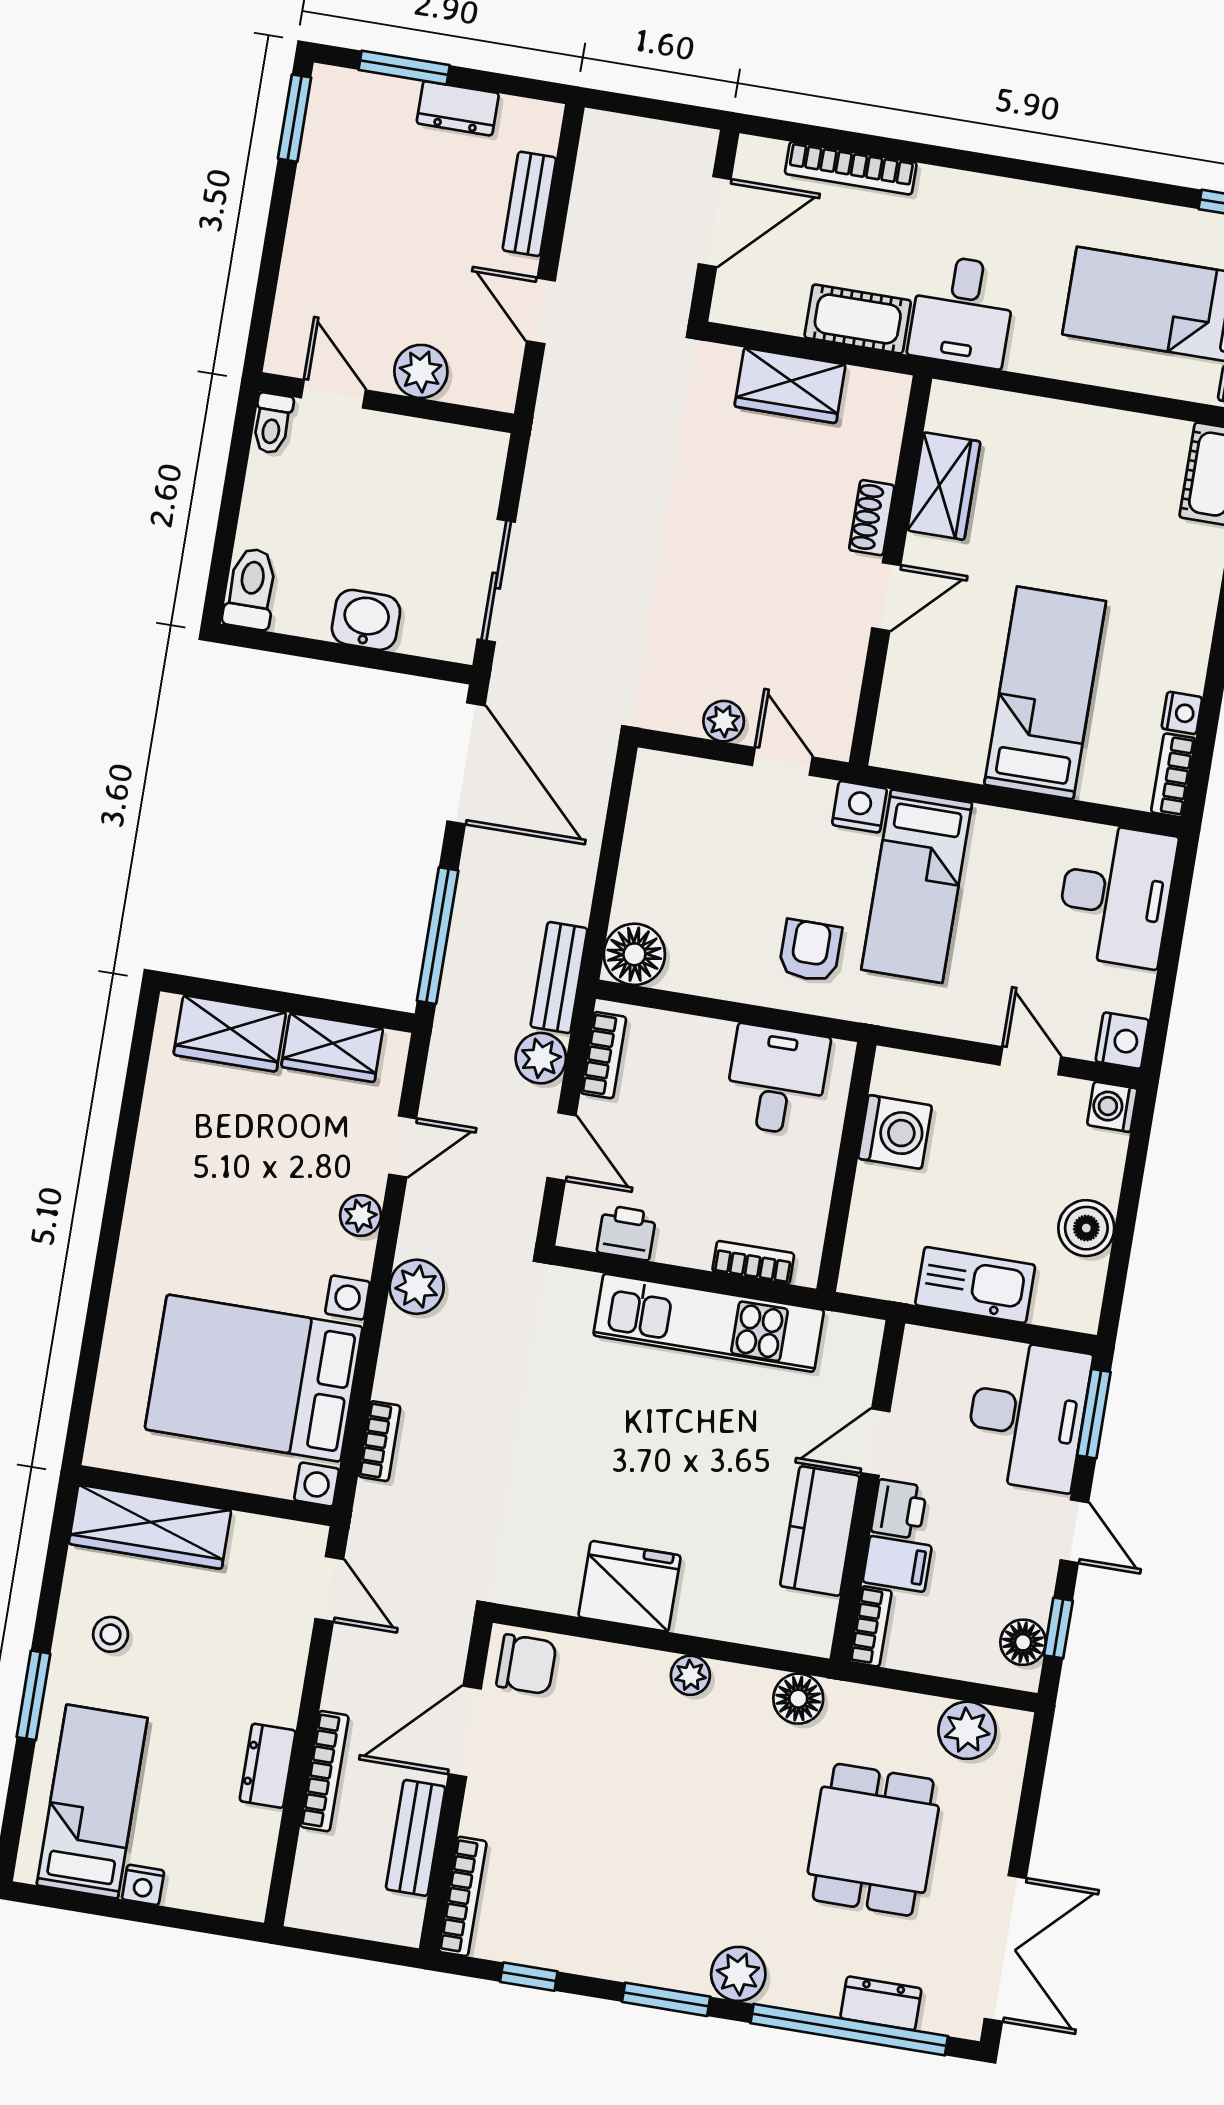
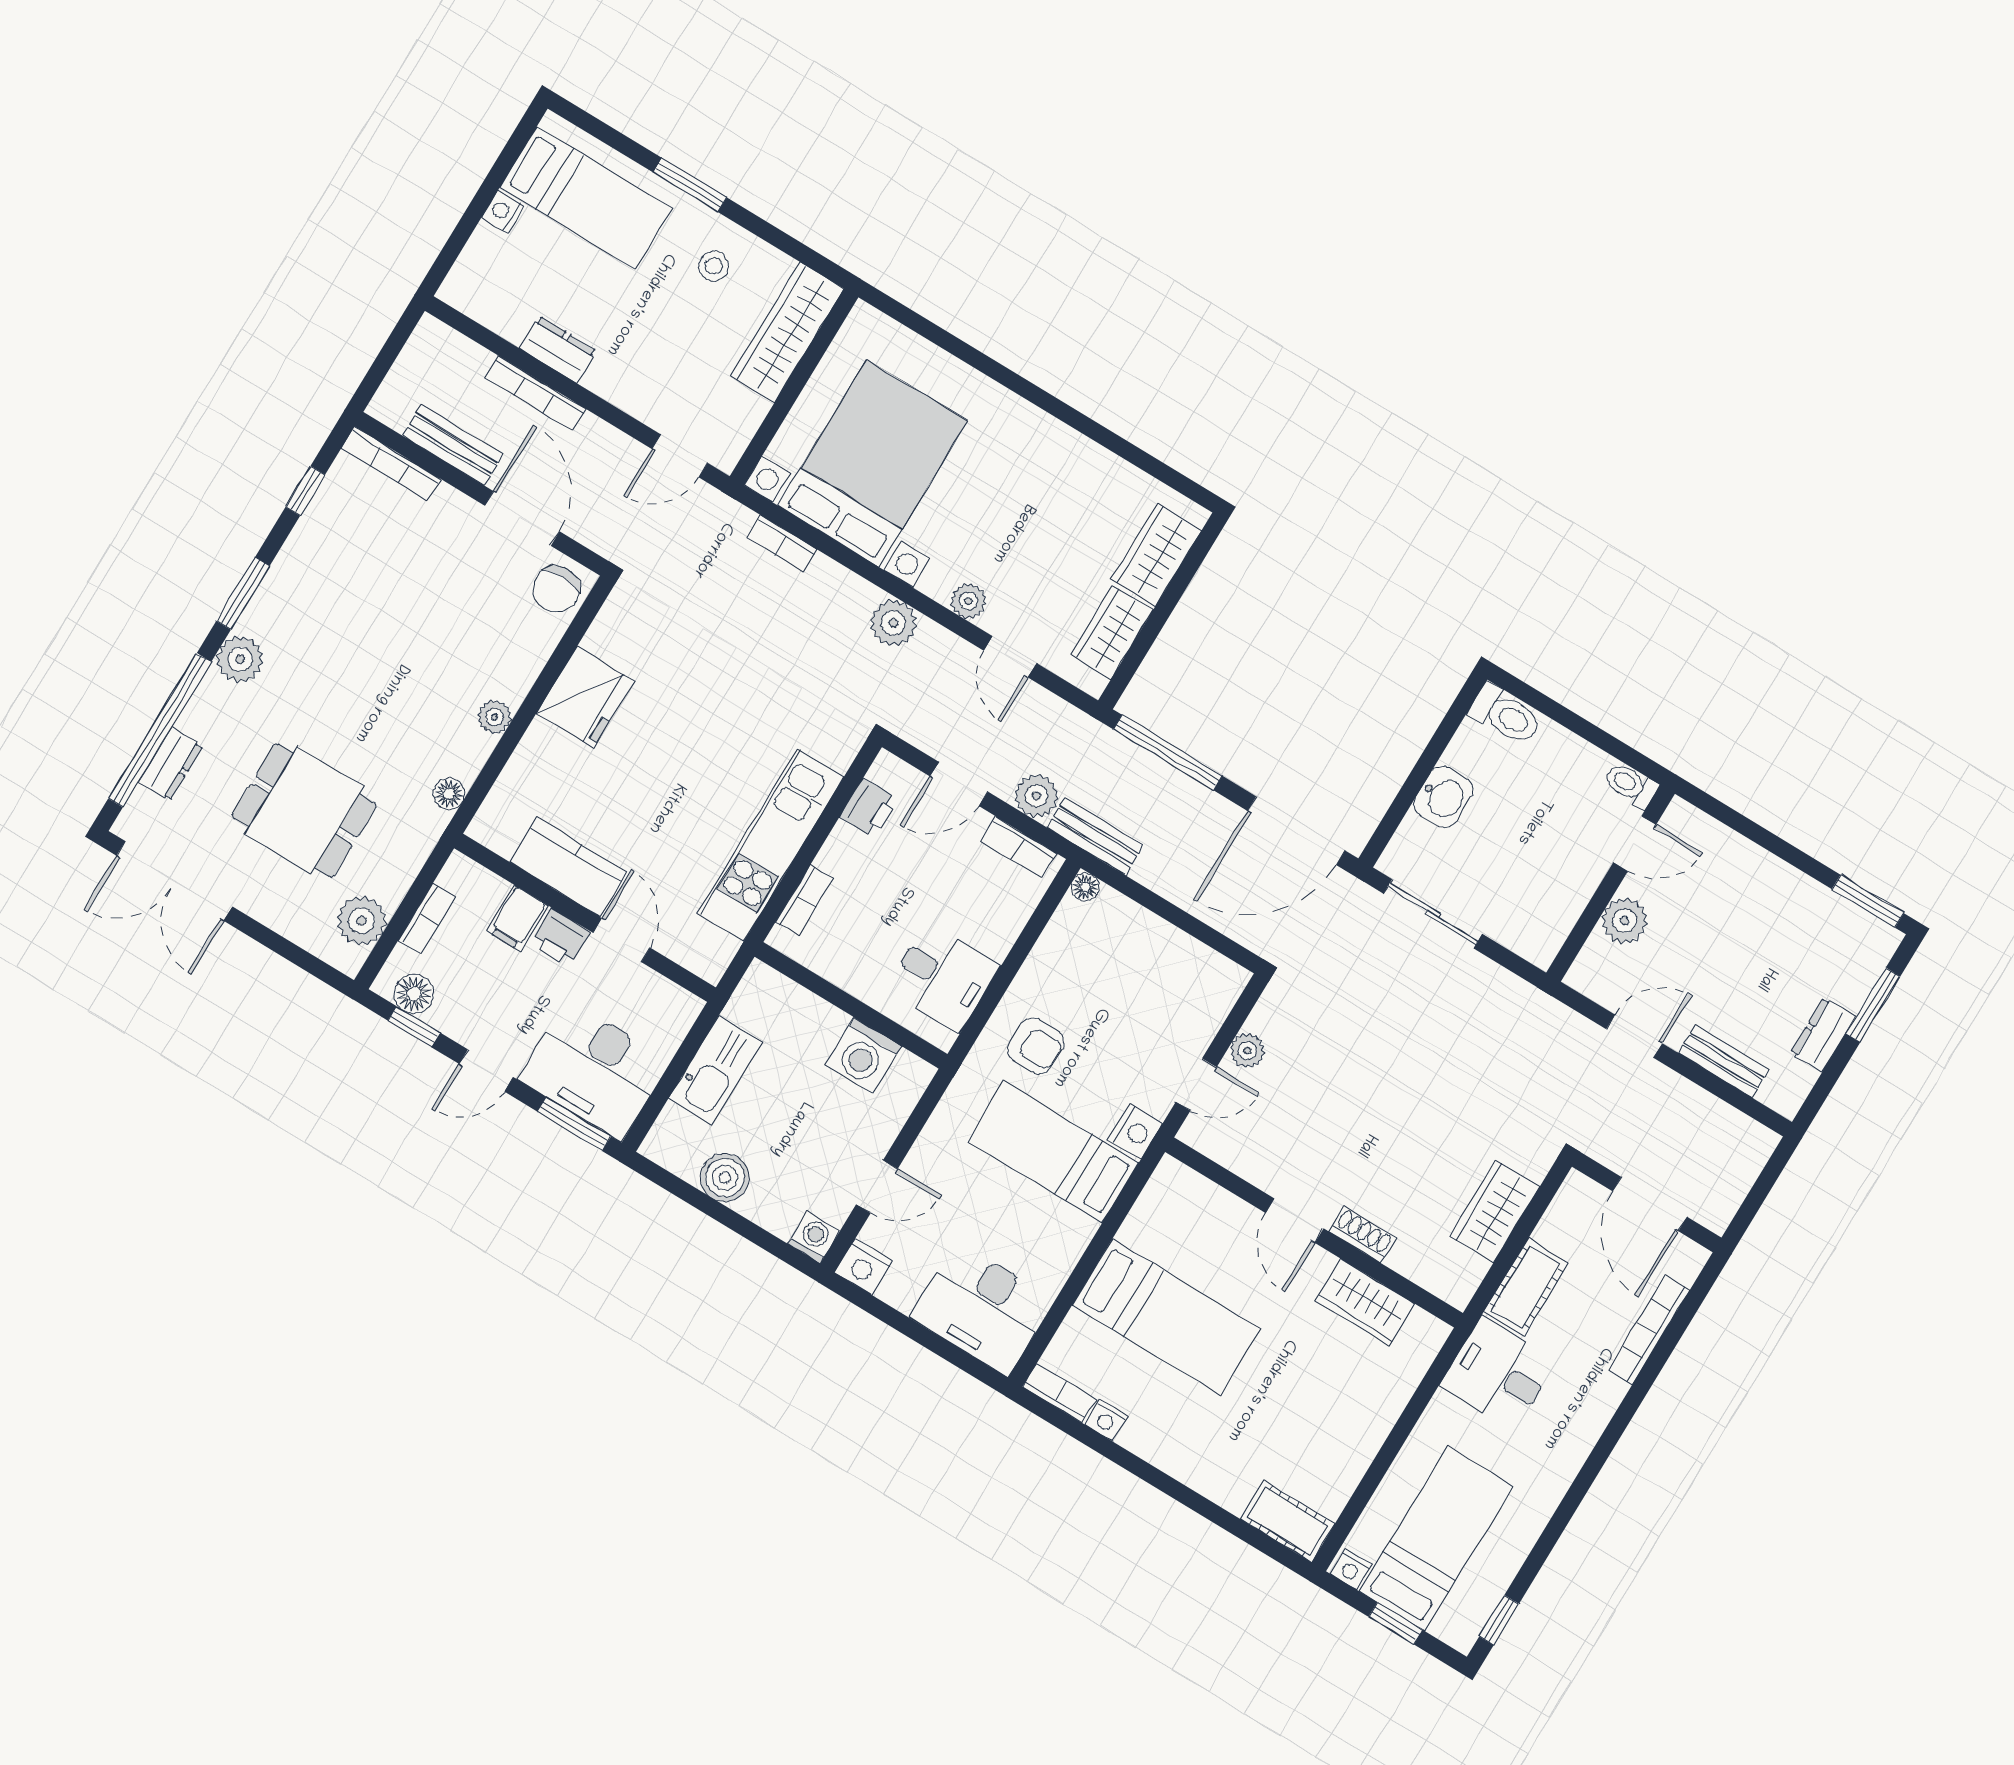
floor lamp: (634, 954) -> (1085, 887), width x0.53, depth x0.53
bookcase: (870, 1626) -> (427, 918), moved, turned -90
floor lamp: (798, 1699) -> (449, 794), width x0.73, depth x0.73

